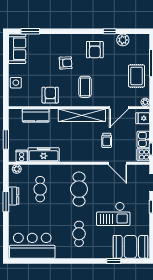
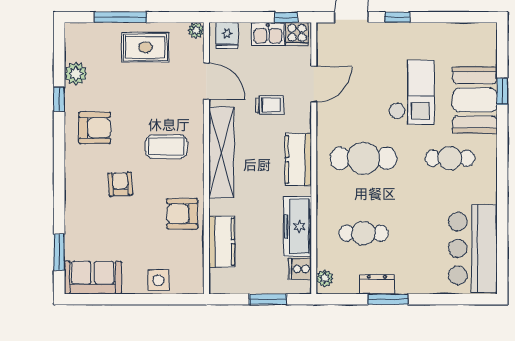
kitchen counter: (78, 155) -> (298, 159), added
booth: (130, 247) -> (475, 100), moved

